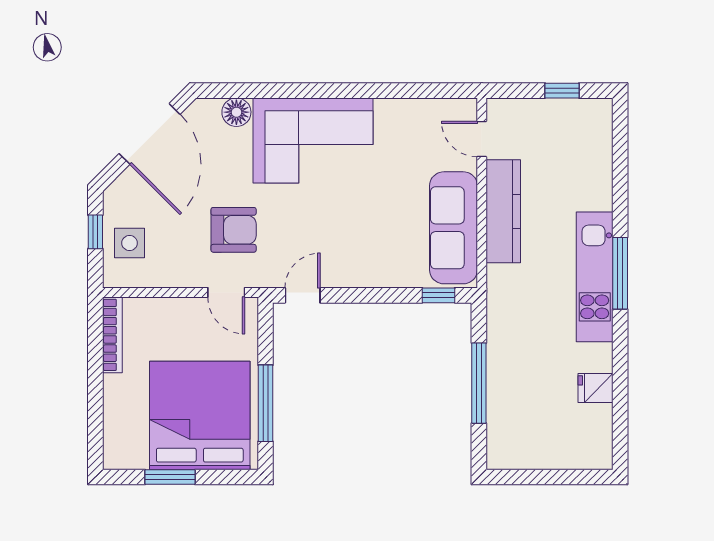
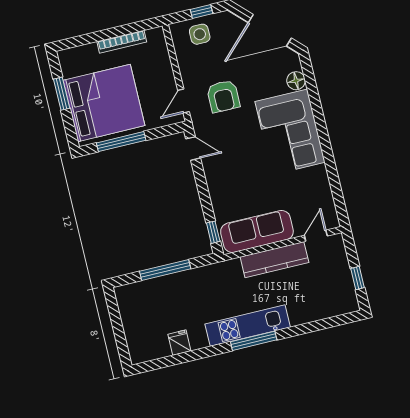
bookcase: (112, 335) -> (122, 42), moved

